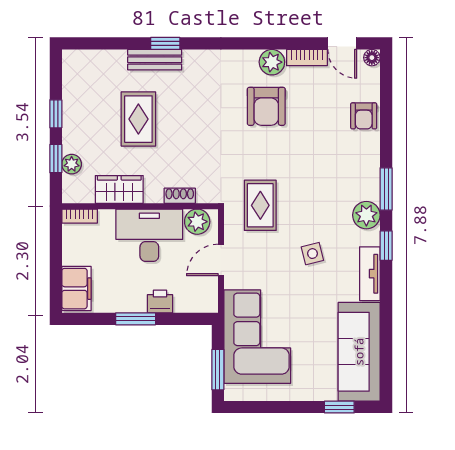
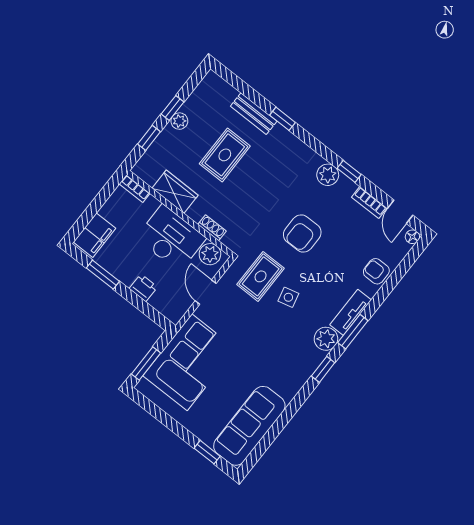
window: (265, 43) -> (349, 171), added
bench: (155, 60) -> (254, 114), moved
plant: (272, 62) -> (328, 175), moved
armchair: (266, 106) -> (302, 233), moved
armchair: (364, 116) -> (376, 271), turned 90
plant: (72, 164) -> (179, 121), moved
side table: (312, 254) -> (288, 297), moved
door: (221, 260) -> (206, 292), hinge flipped
tv unit: (370, 274) -> (351, 312), moved
window: (136, 319) -> (103, 275), moved

